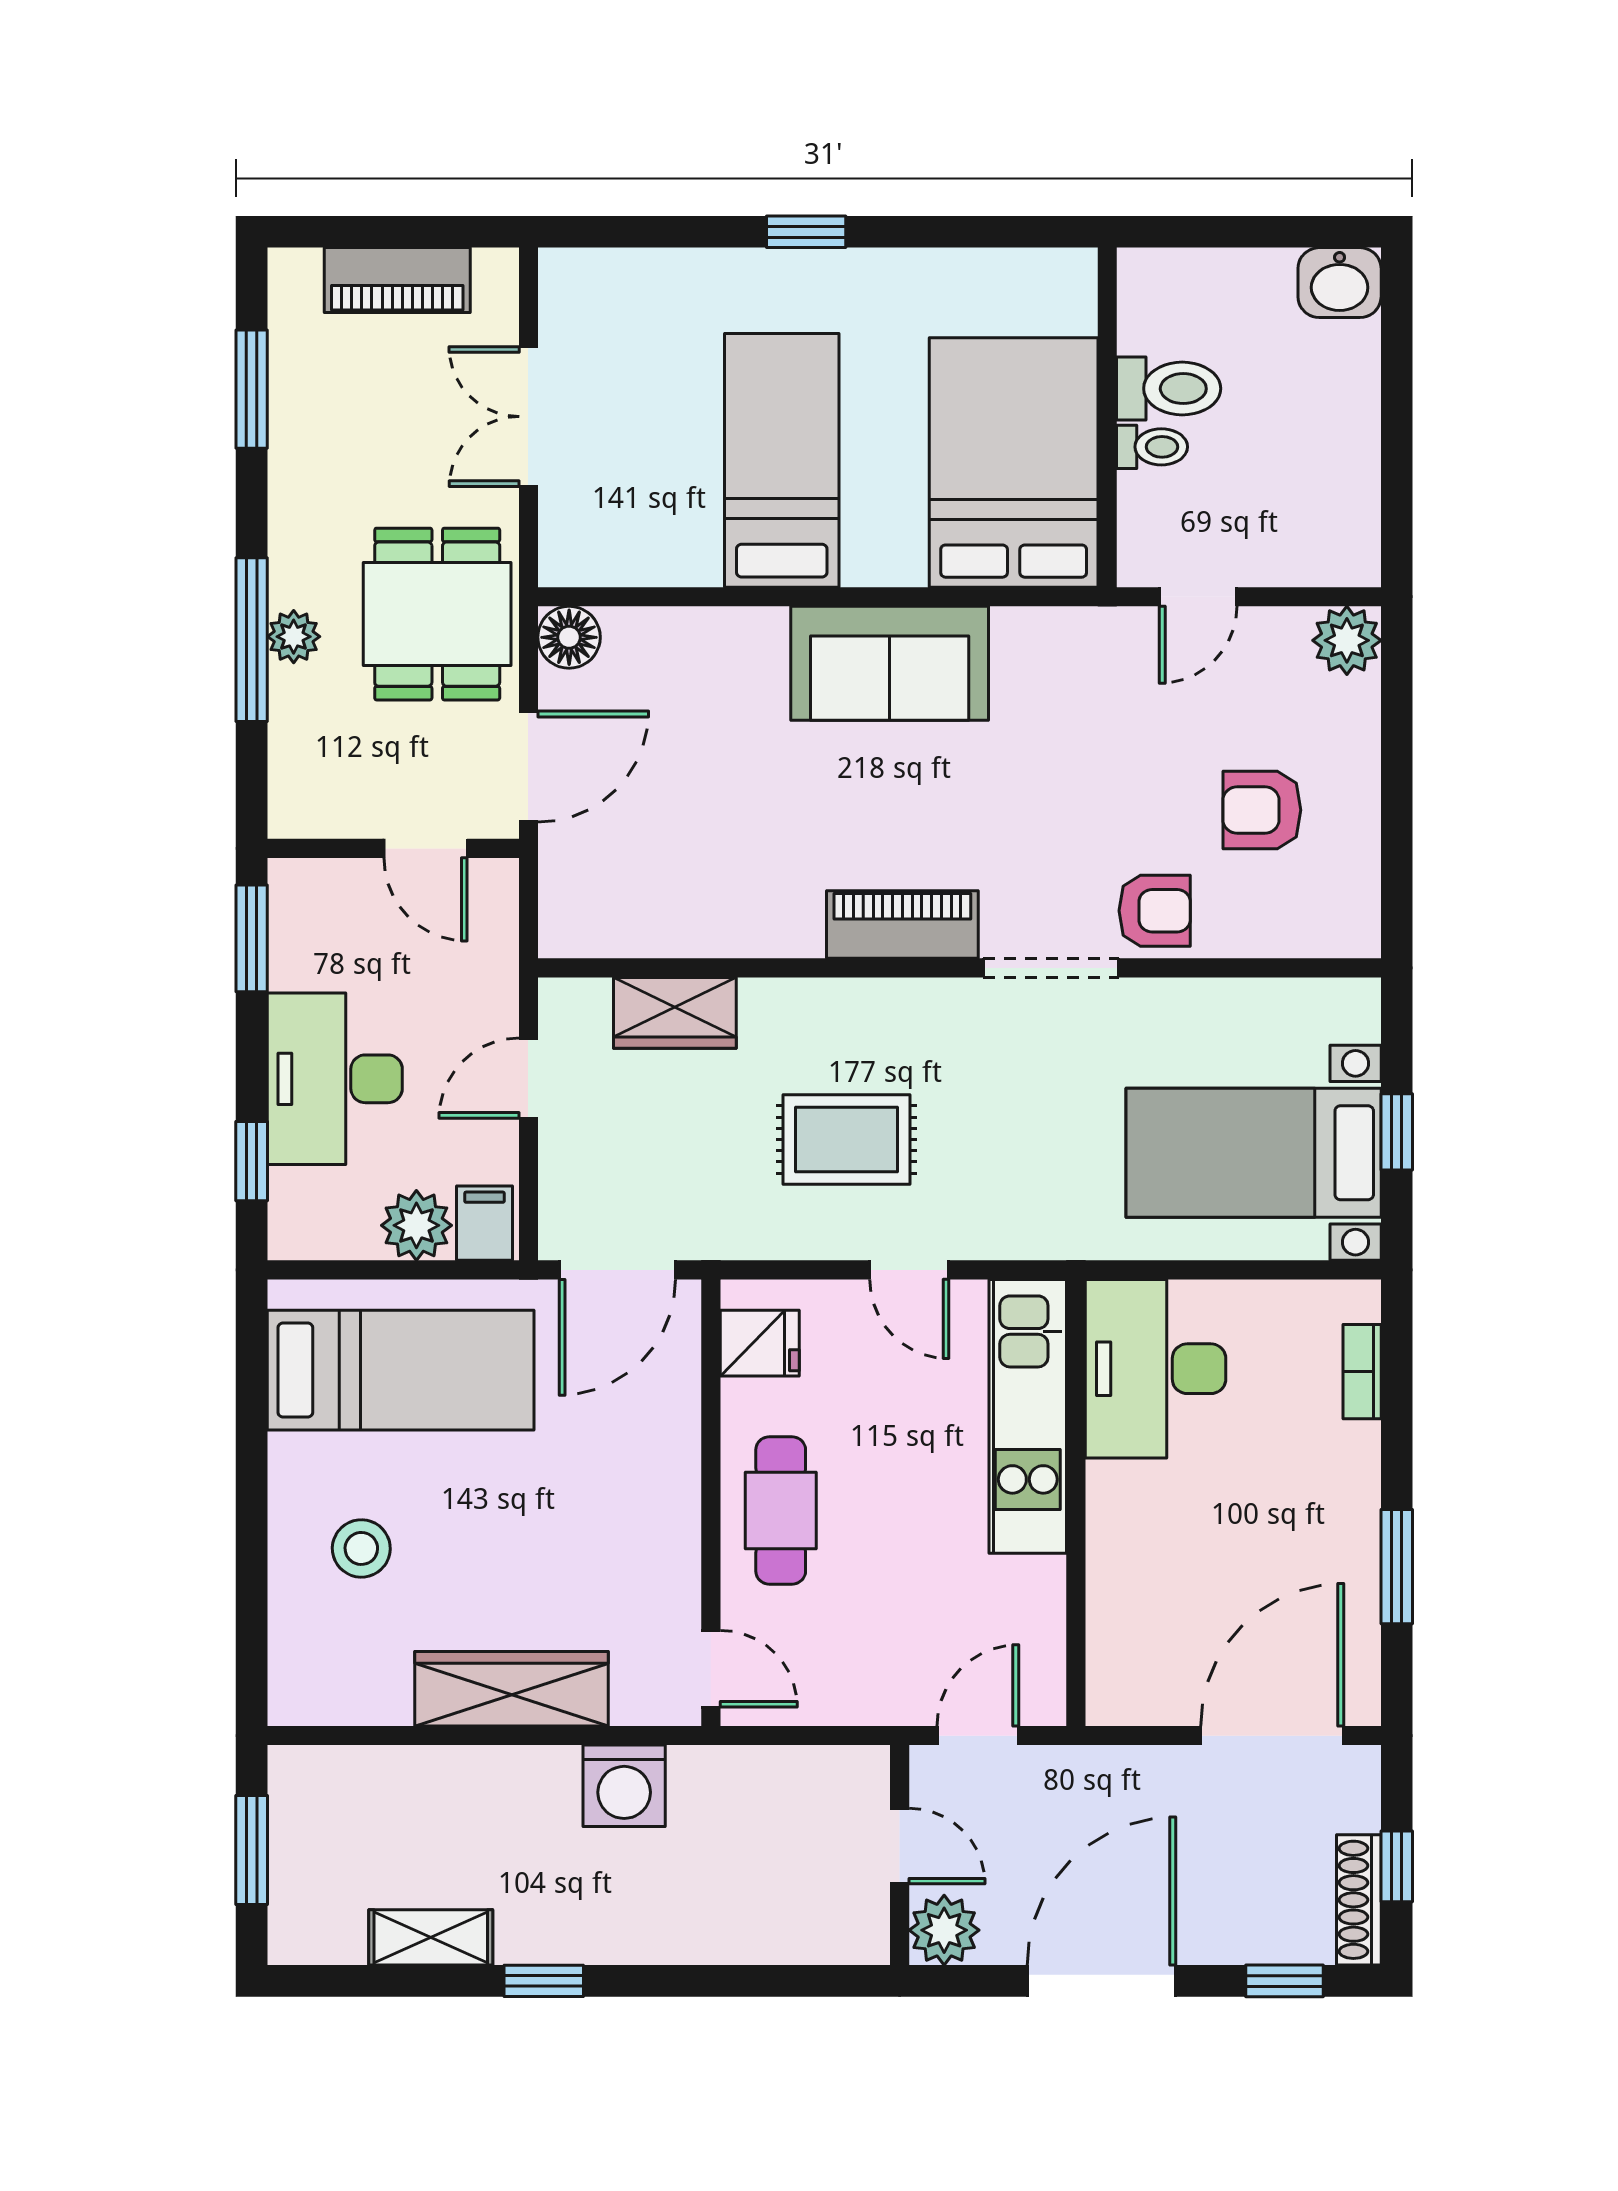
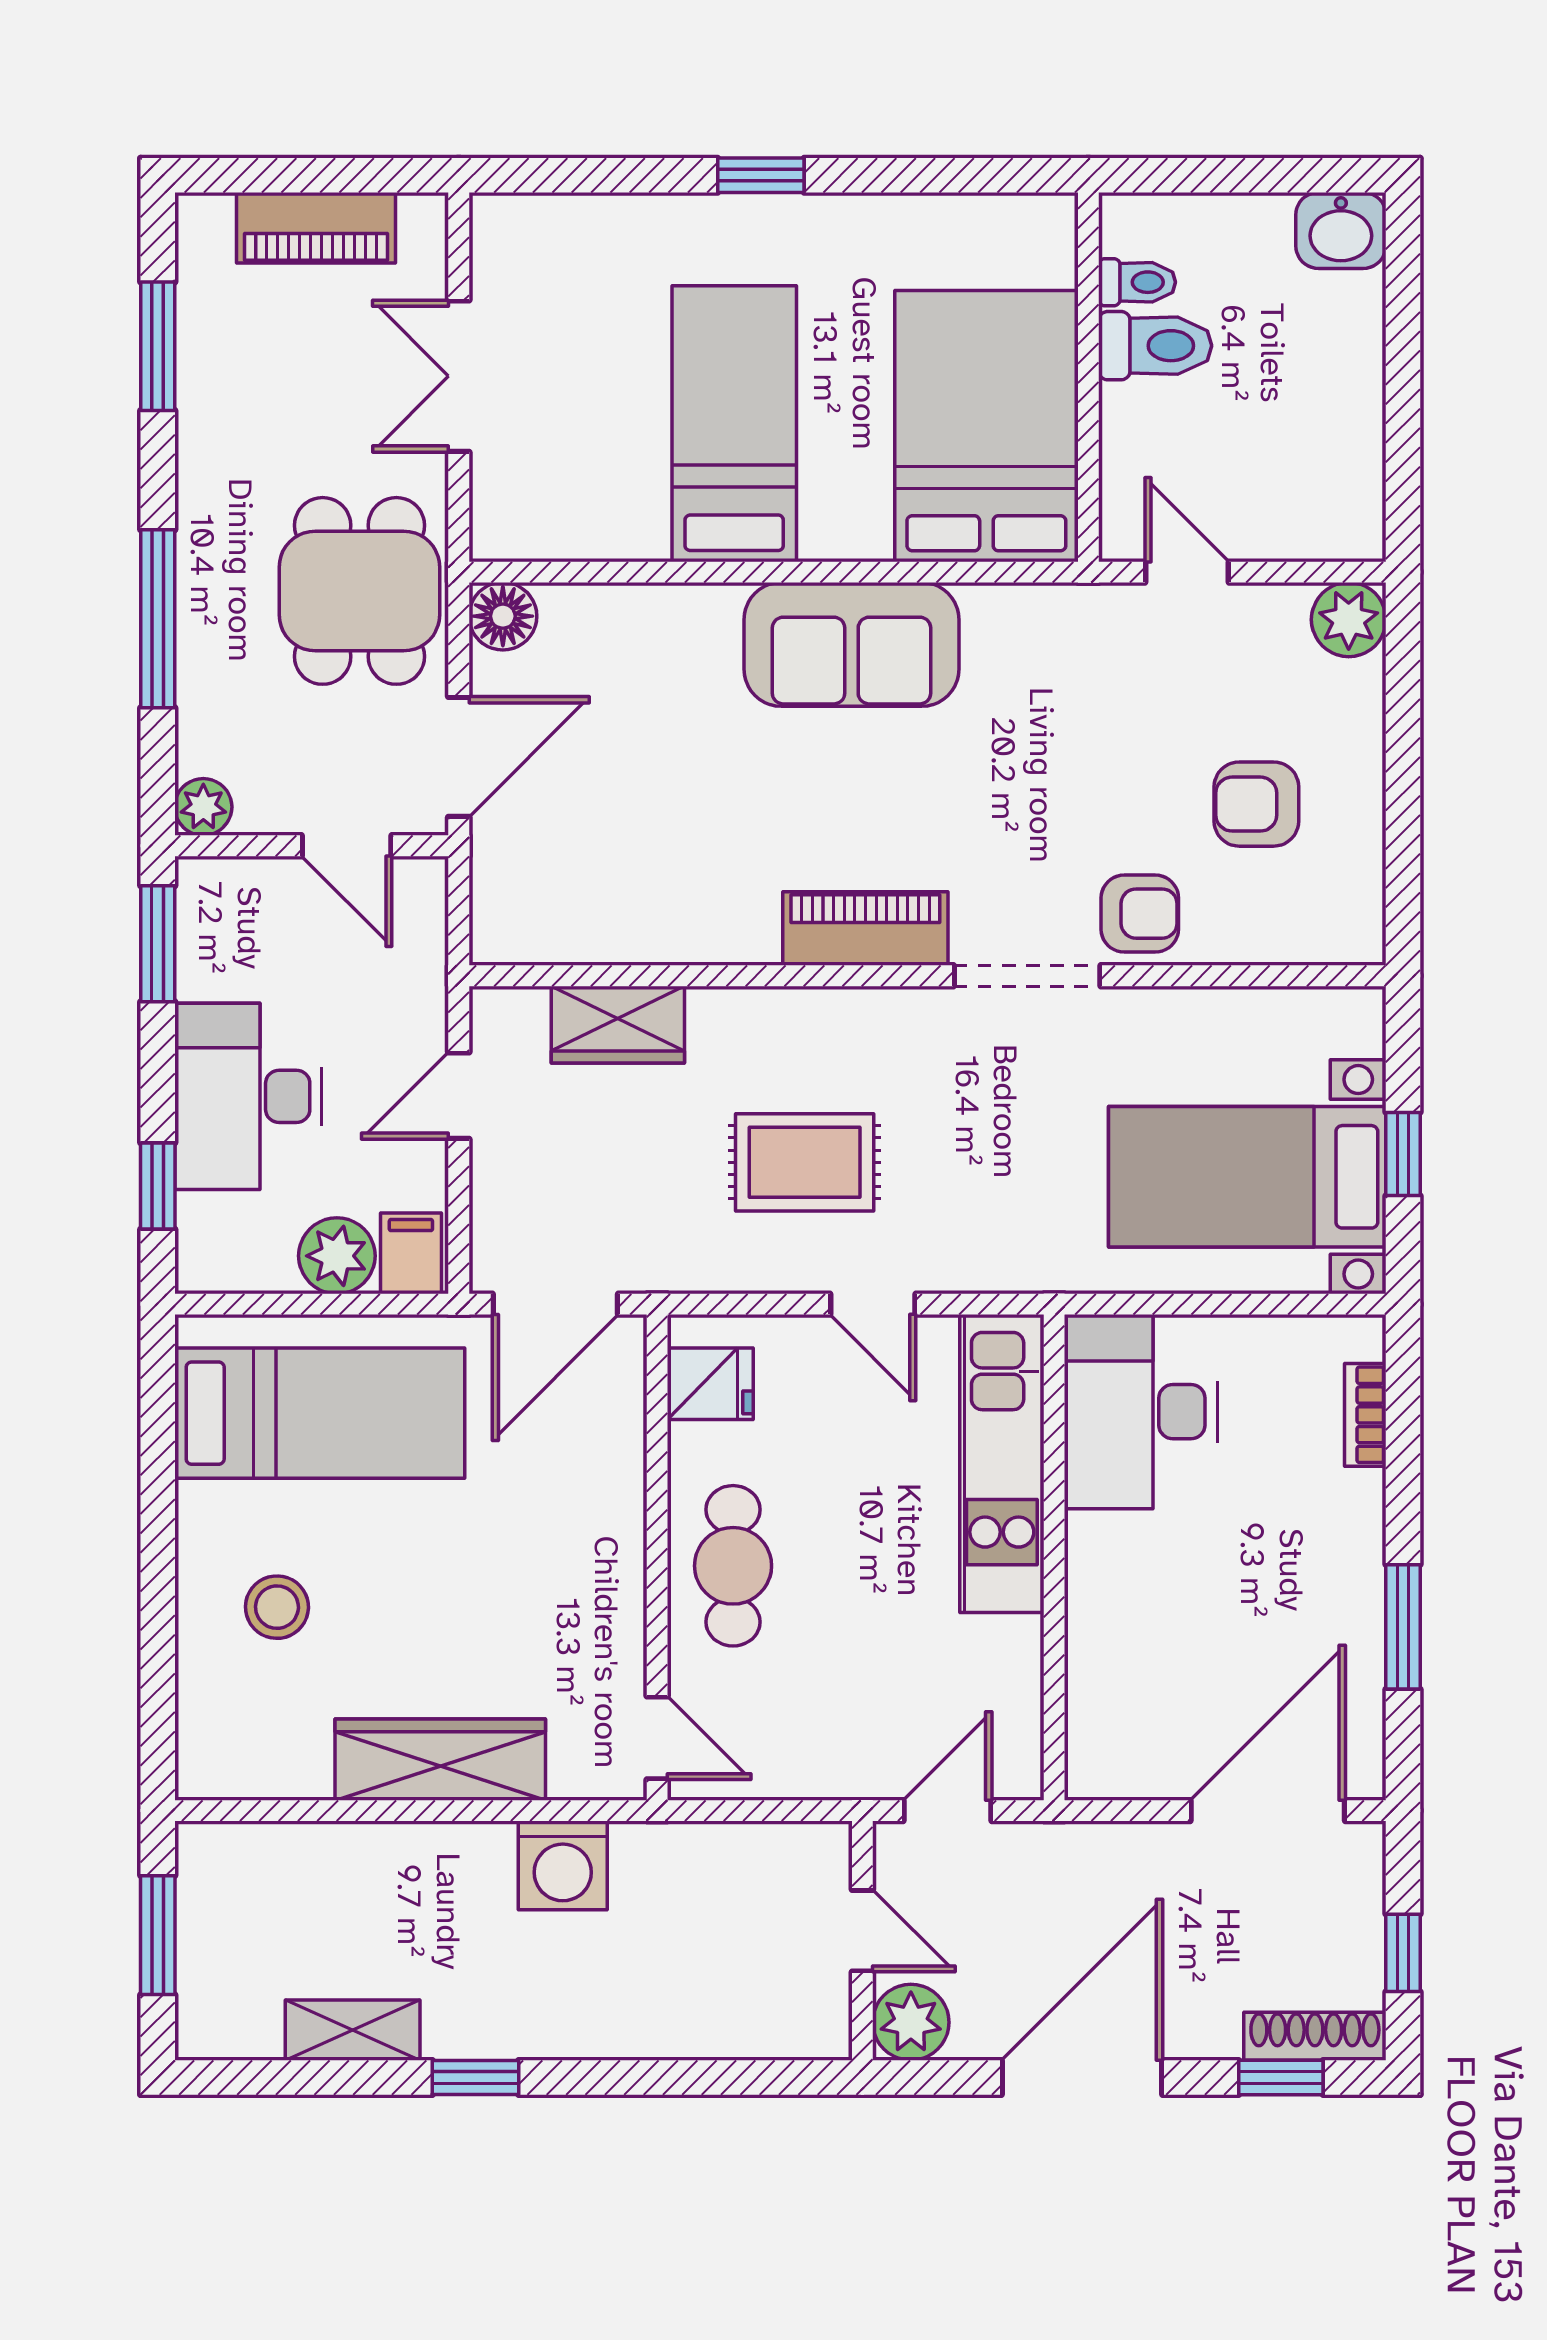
toilet: (1152, 447) -> (1137, 282), moved
door: (1198, 597) -> (1187, 572), swing flipped
plant: (294, 637) -> (203, 807), moved
shoe rack: (1359, 1900) -> (1315, 2036), moved, turned 90

